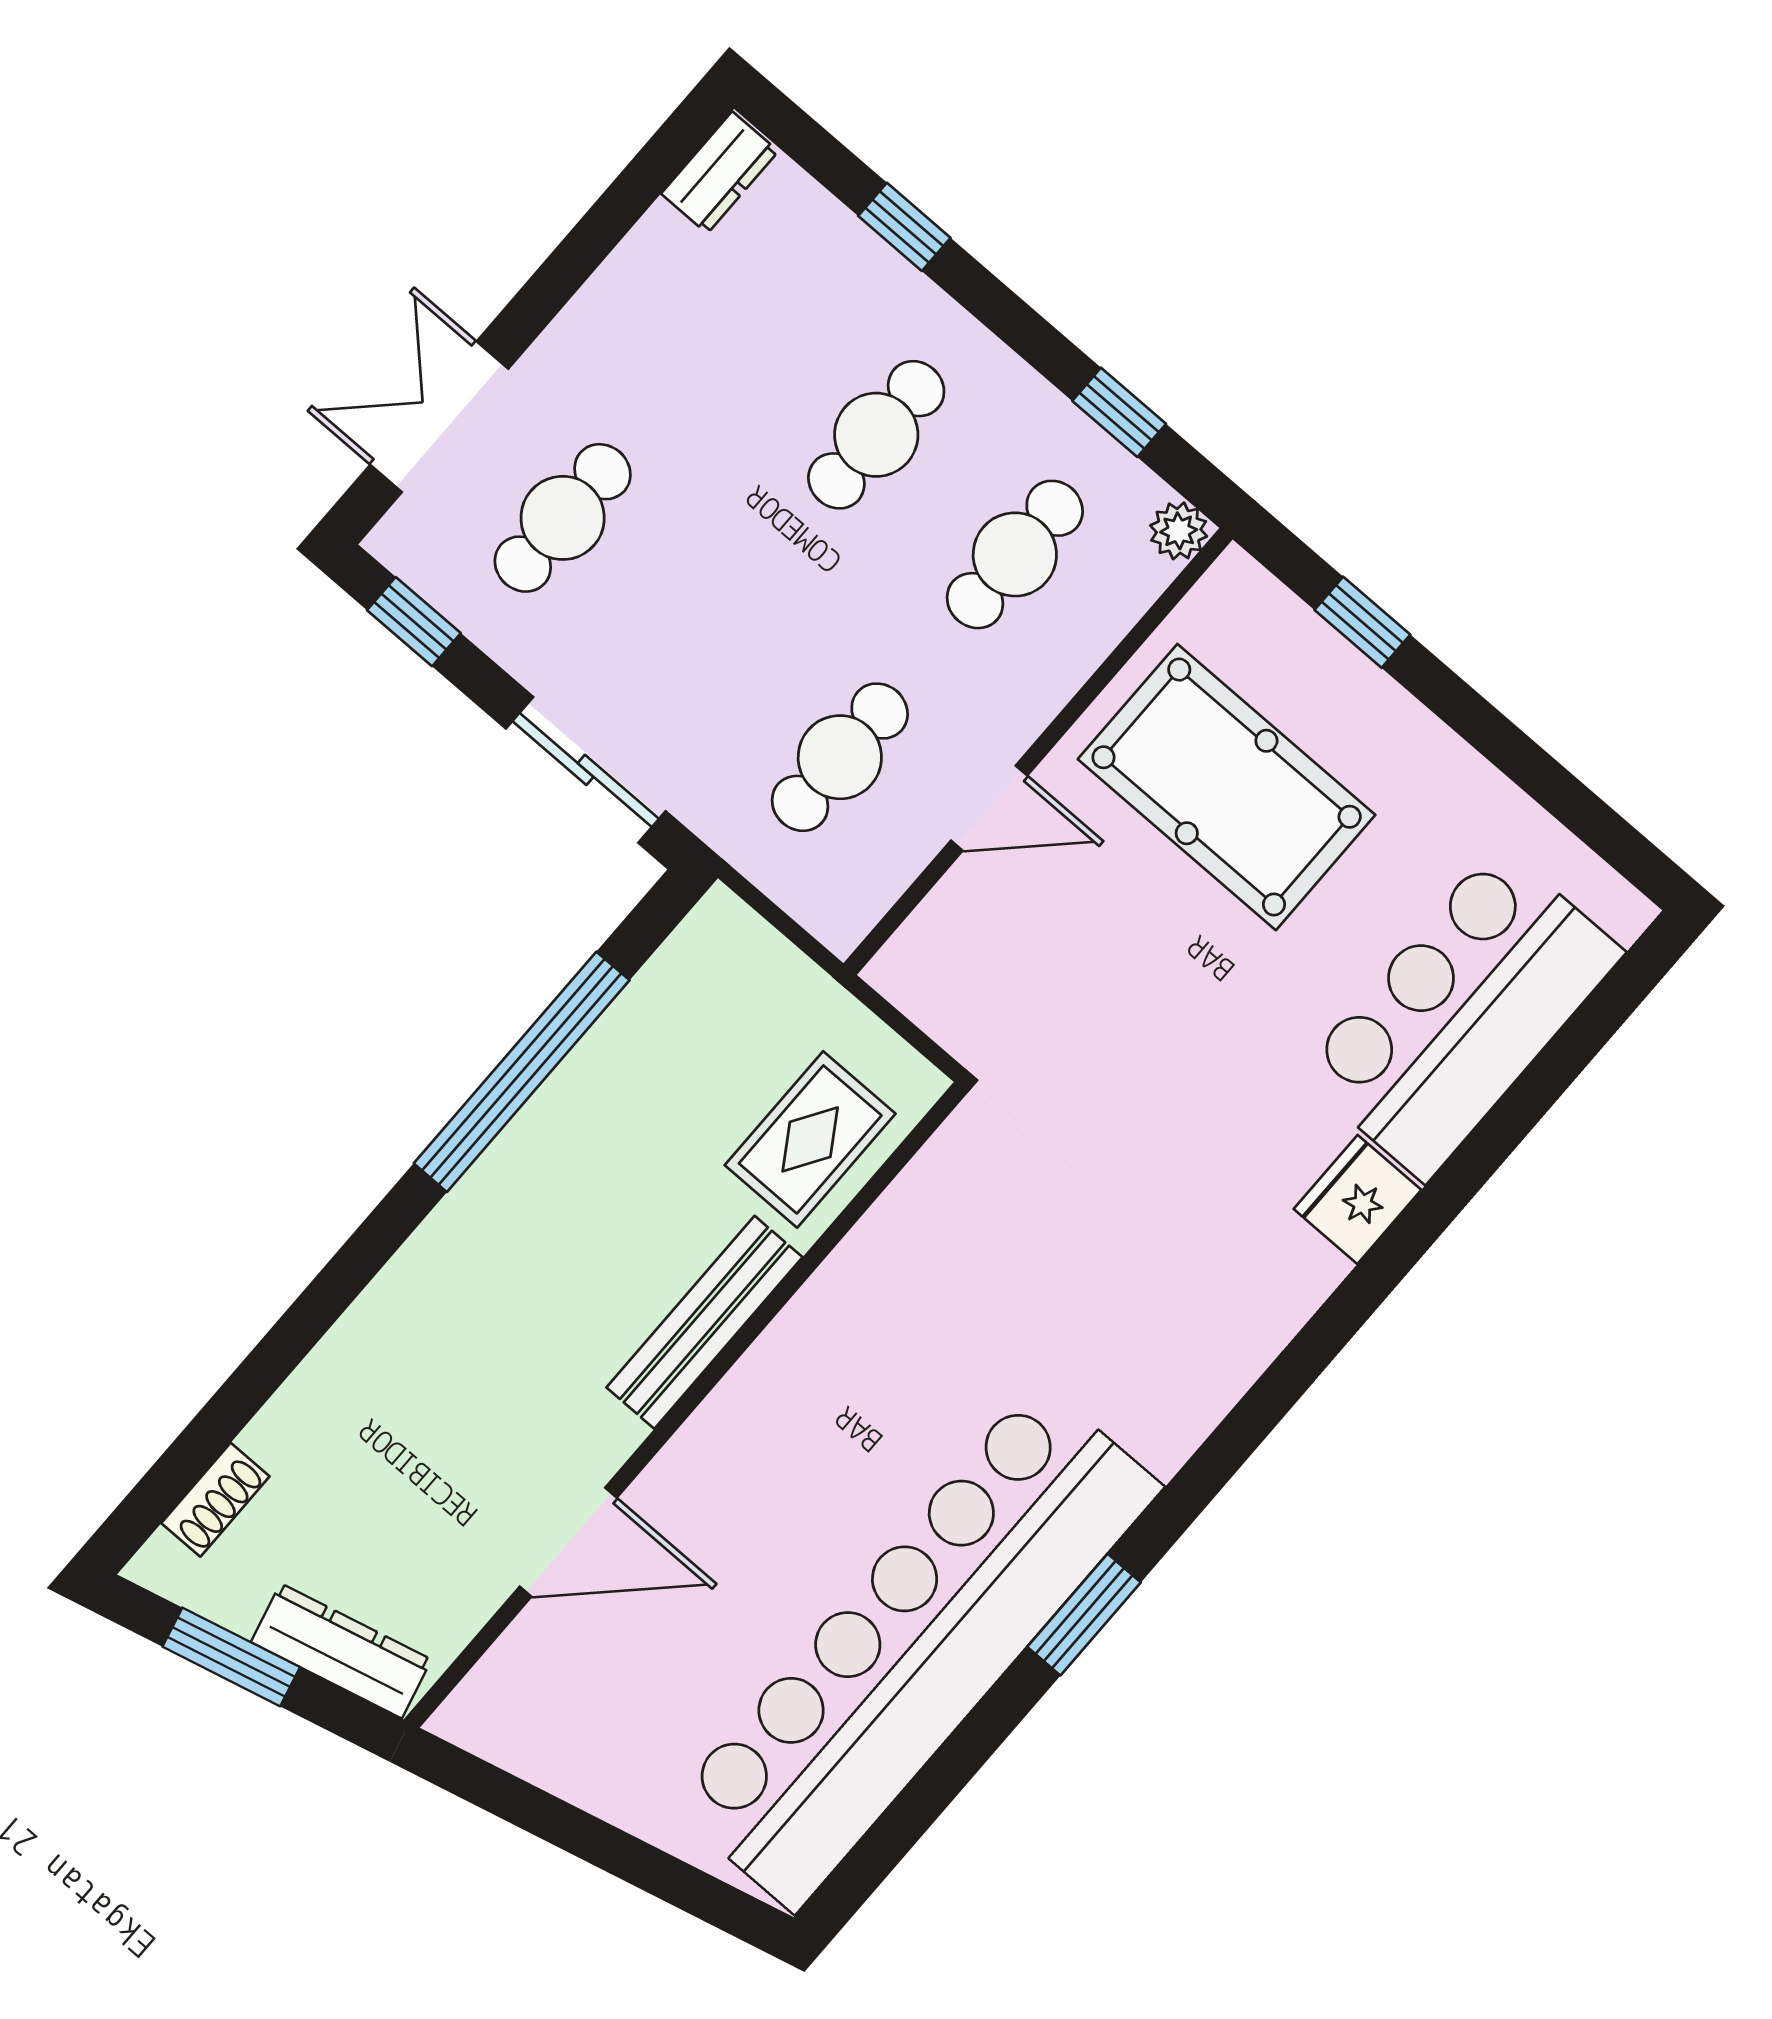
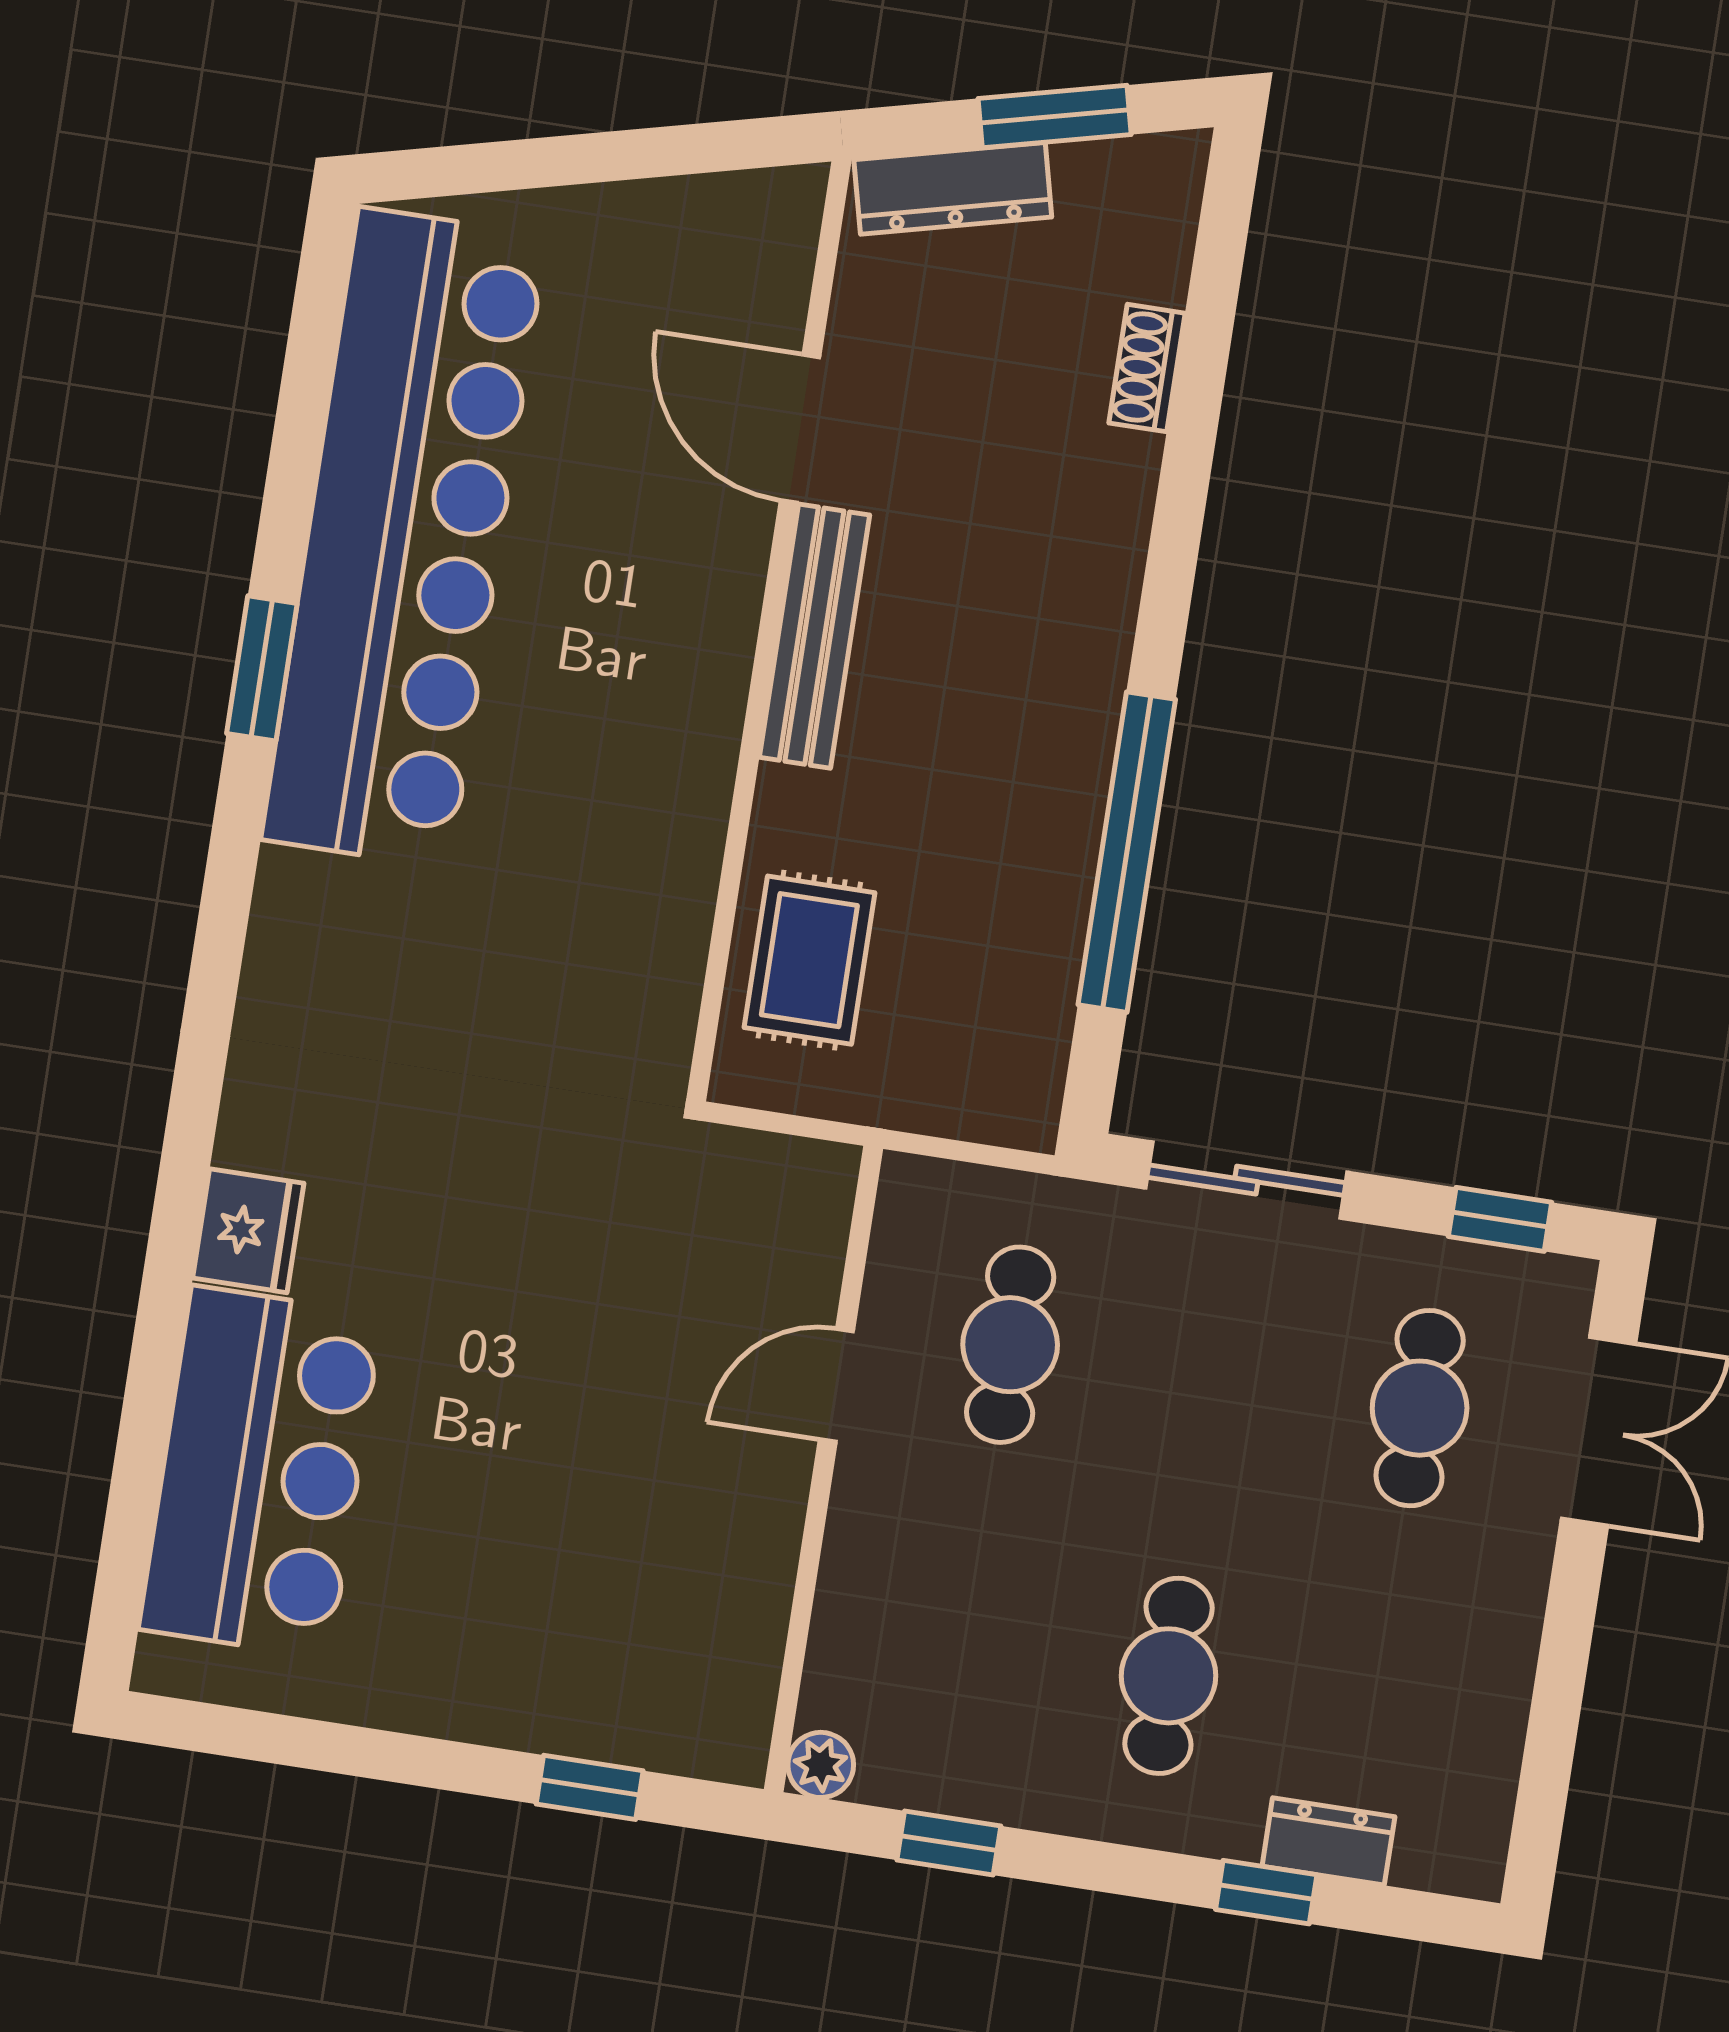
dresser: (720, 172) -> (1328, 1841), moved, turned 90
cafe table: (1015, 554) -> (964, 1644), removed
pool table: (1227, 787) -> (621, 1548), removed
bench: (704, 1322) -> (814, 636), moved
shoe rack: (215, 1500) -> (1147, 368), moved
door: (568, 1542) -> (800, 429), hinge flipped

